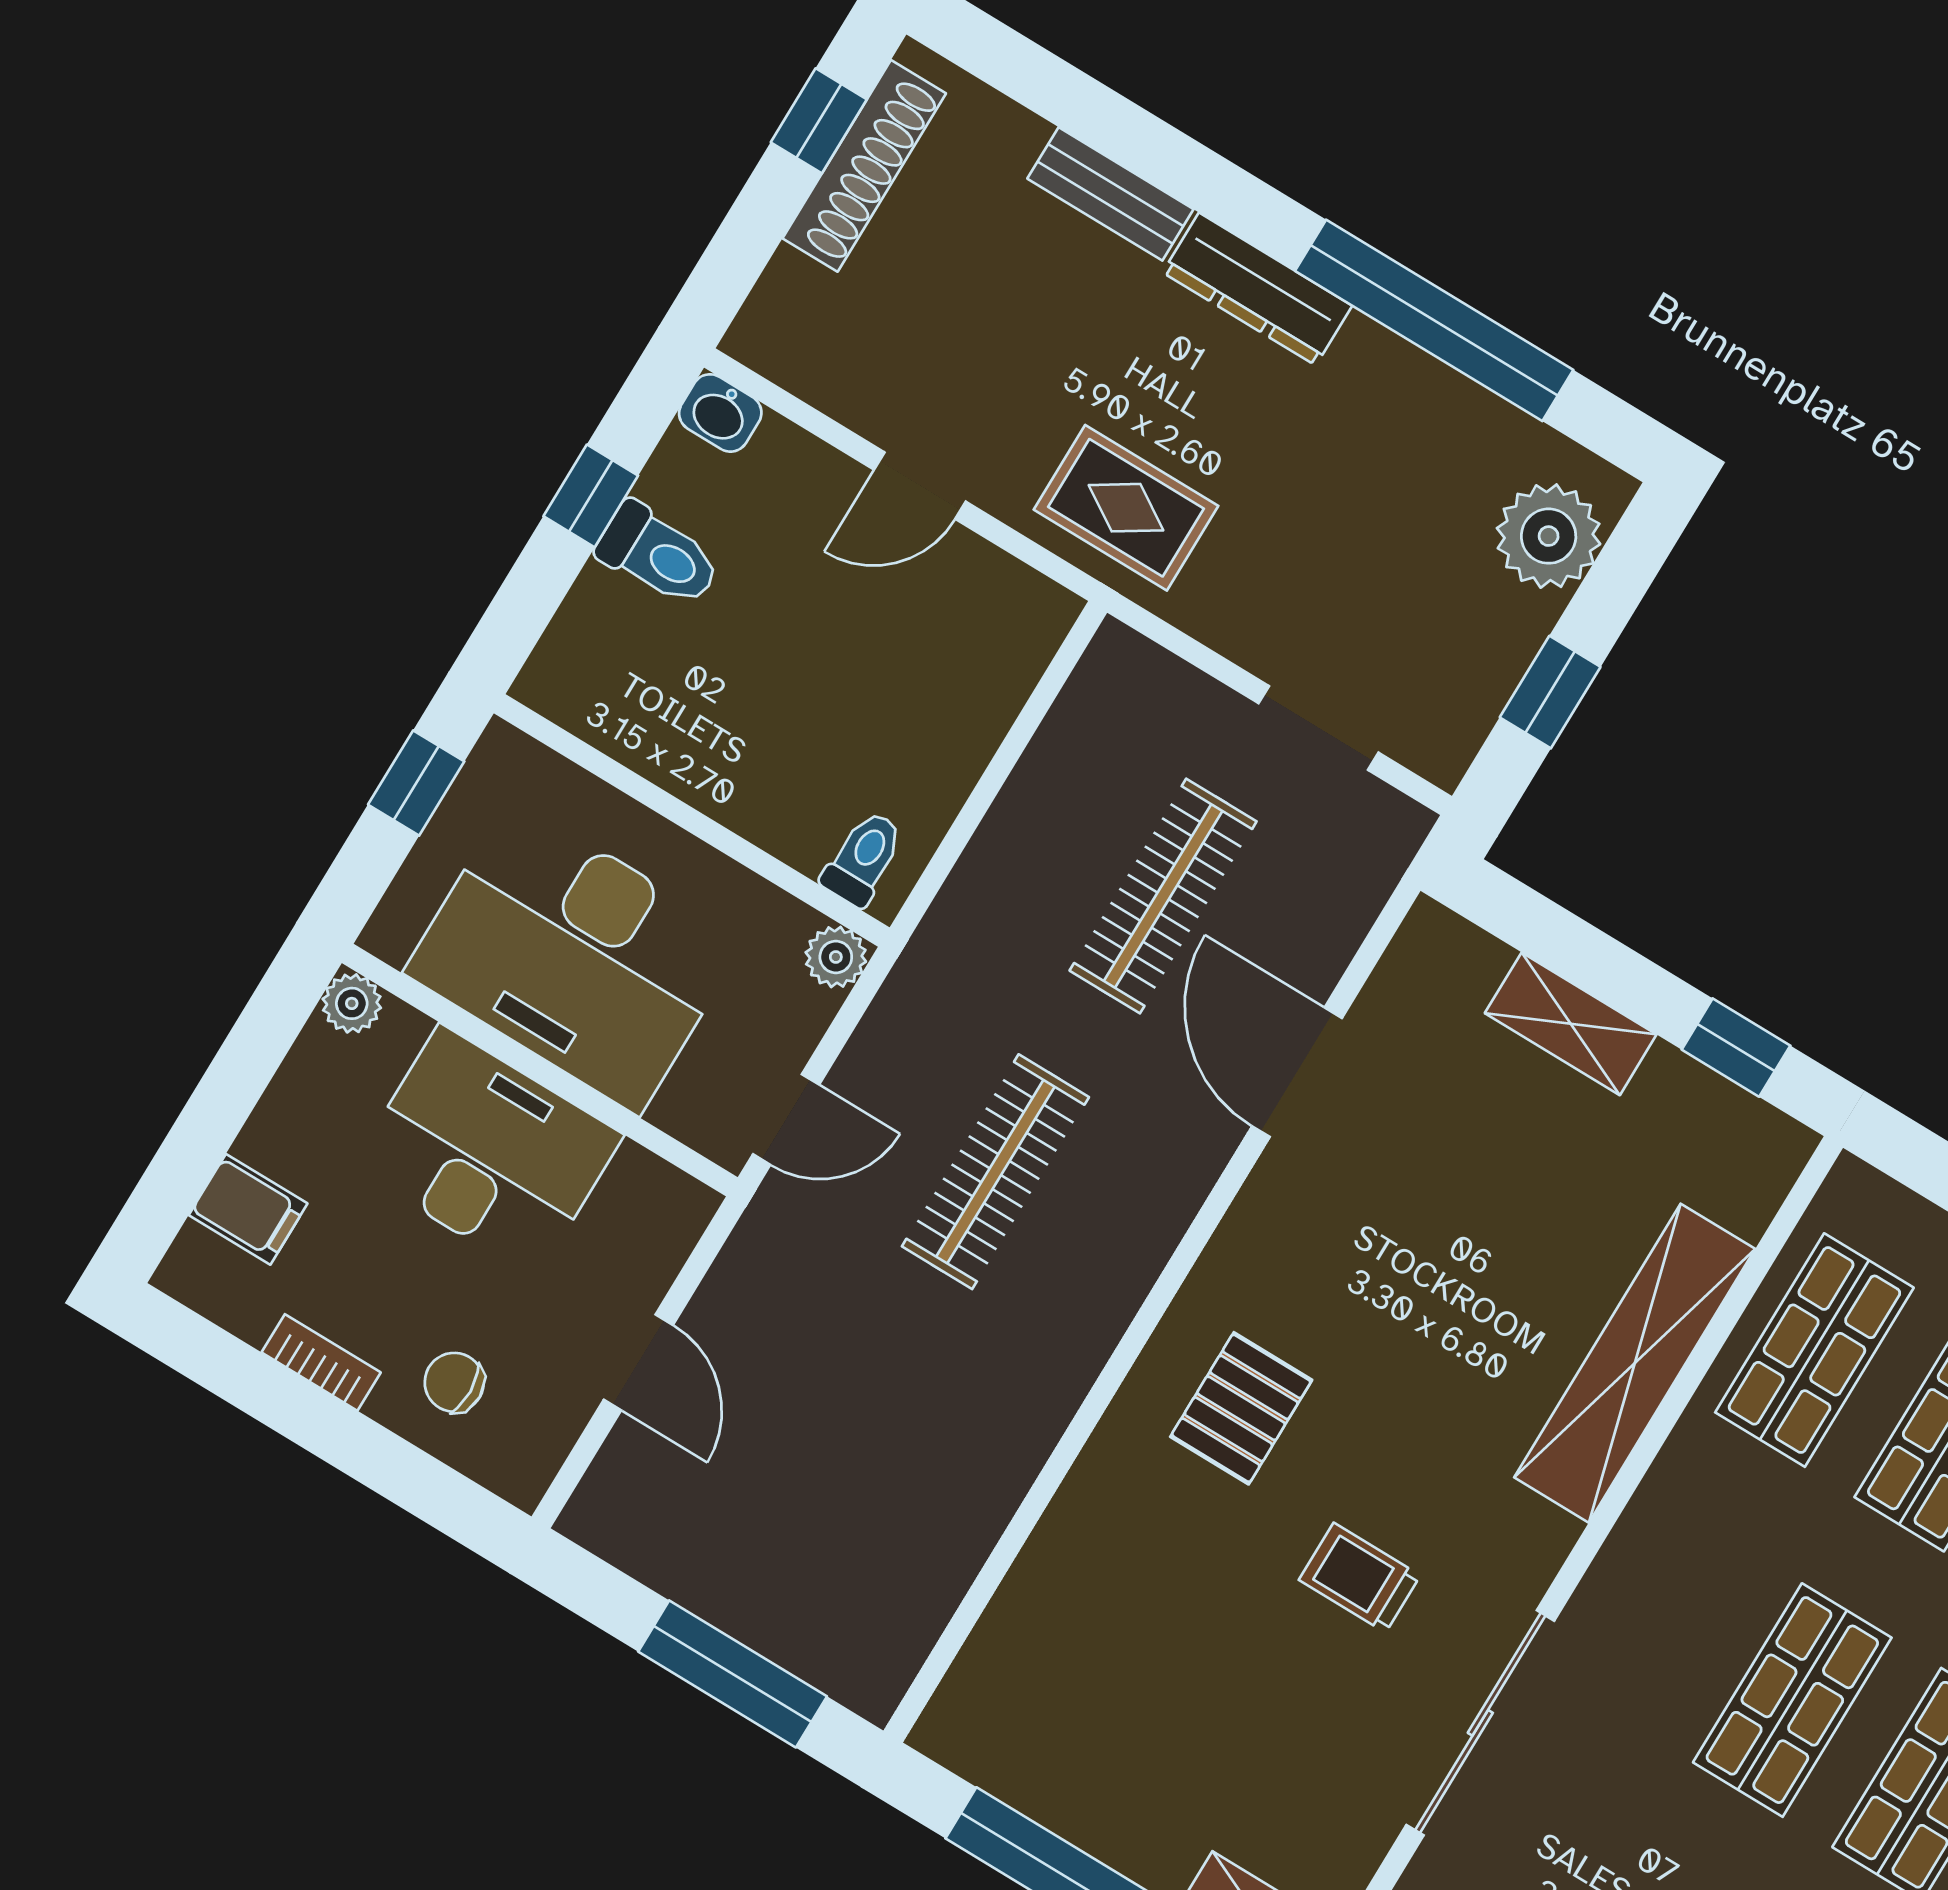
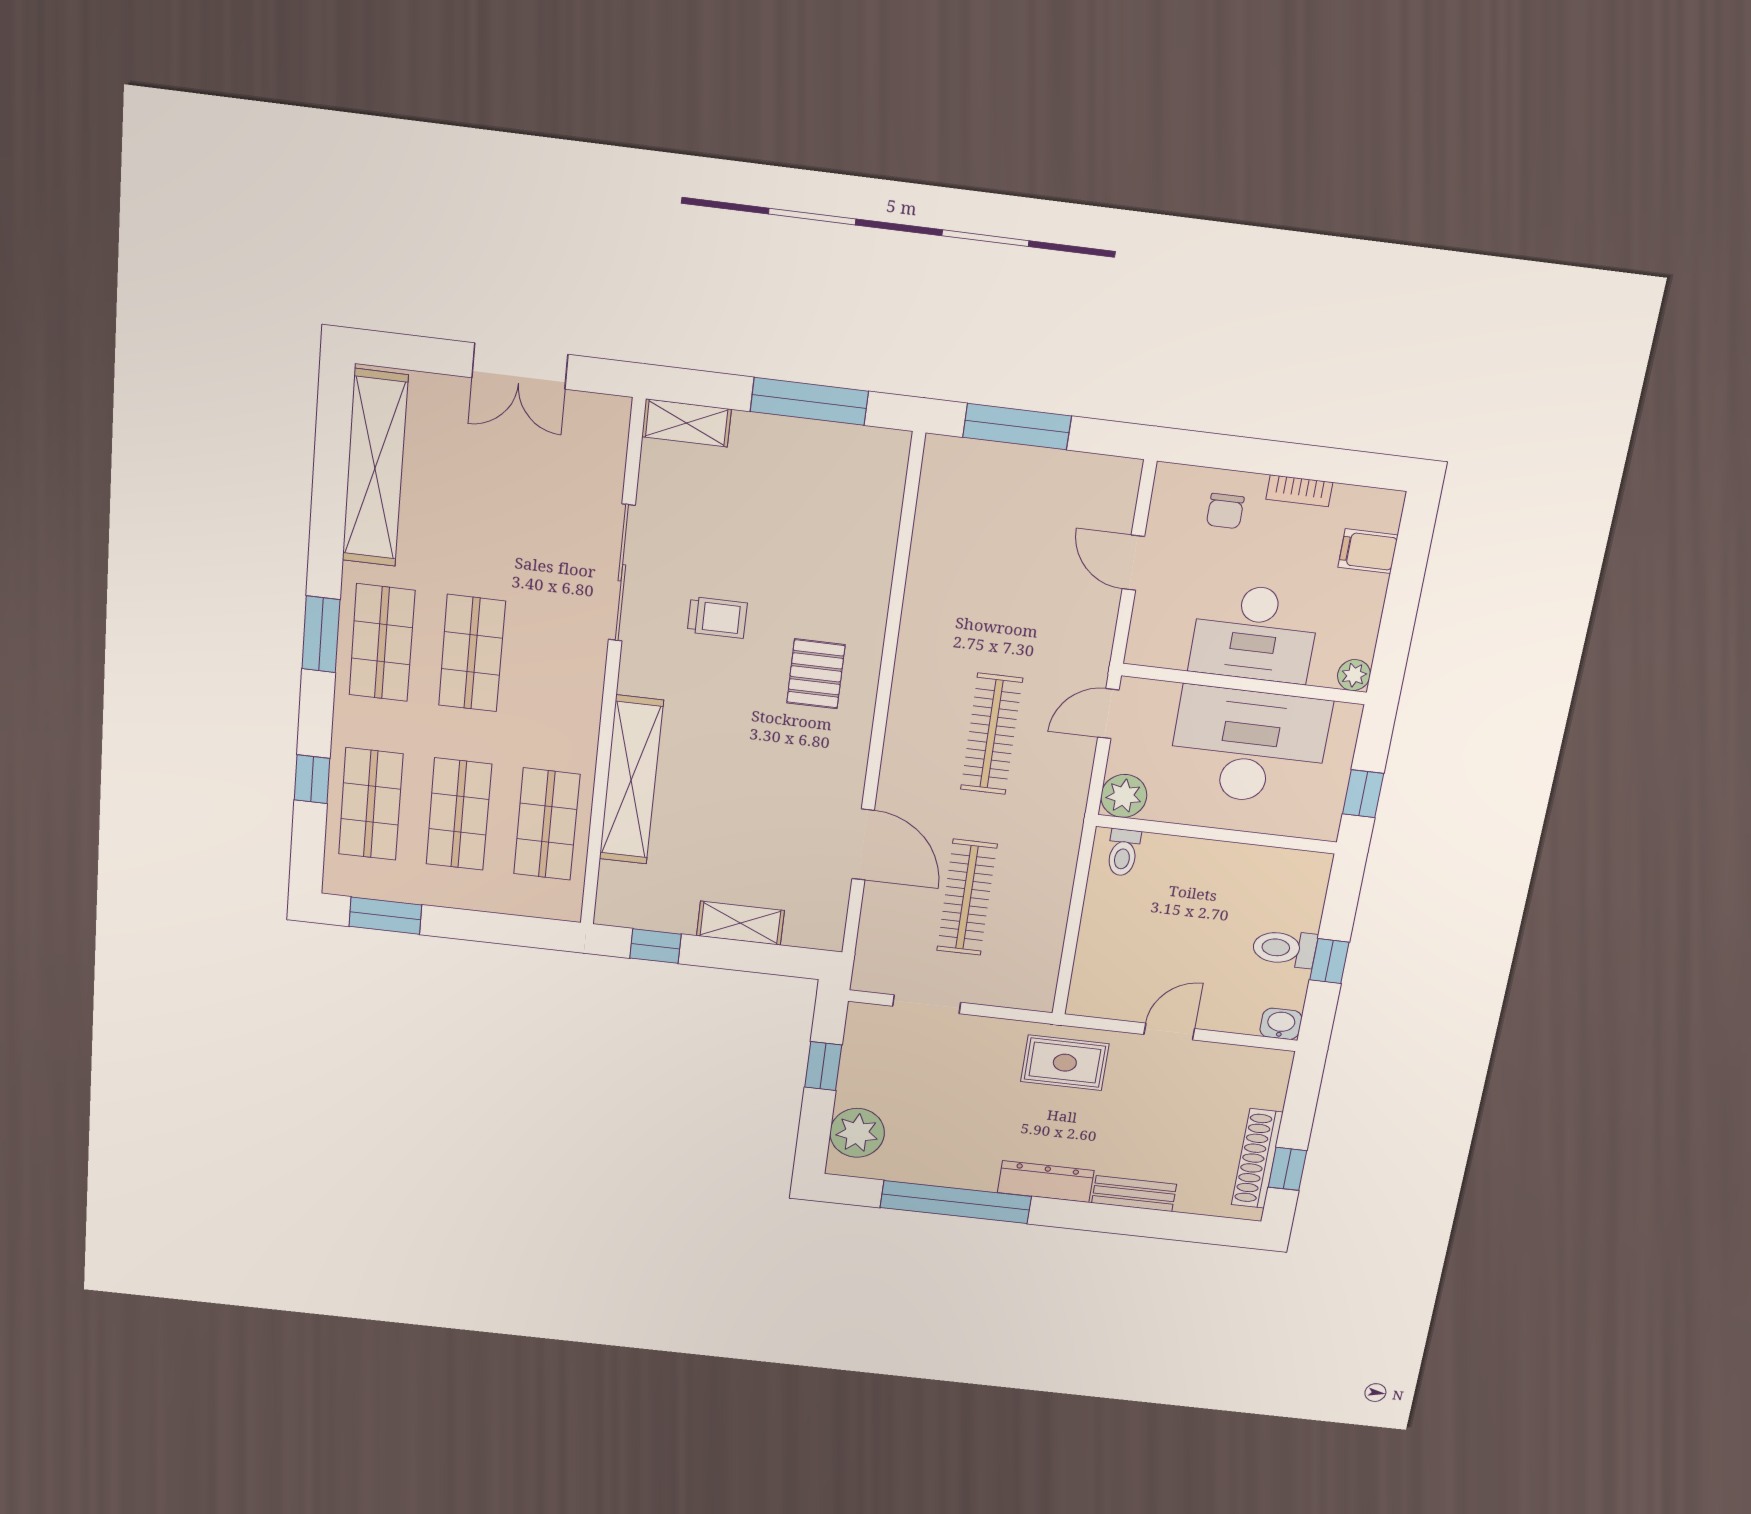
plant: (836, 957) -> (1124, 796), width x1.38, depth x1.38
chair: (454, 1382) -> (1225, 511), turned 92

